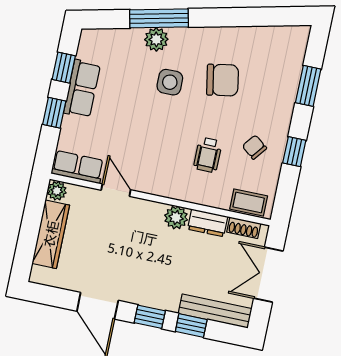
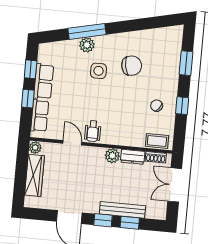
wheelchair: (208, 155) -> (93, 131), moved
row of seats: (78, 167) -> (40, 116), moved, turned 90
bench: (215, 311) -> (122, 210), moved

